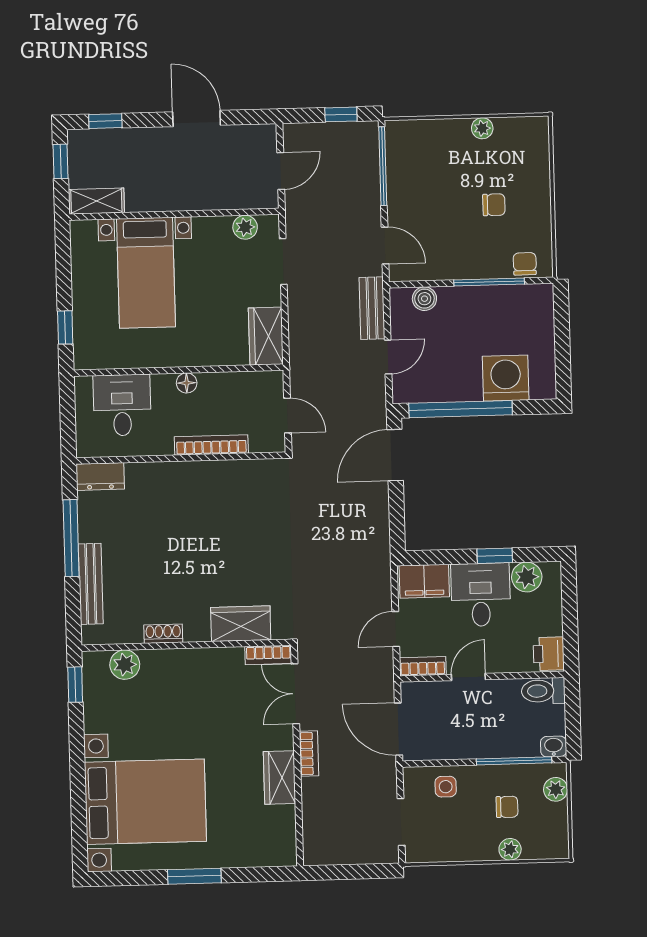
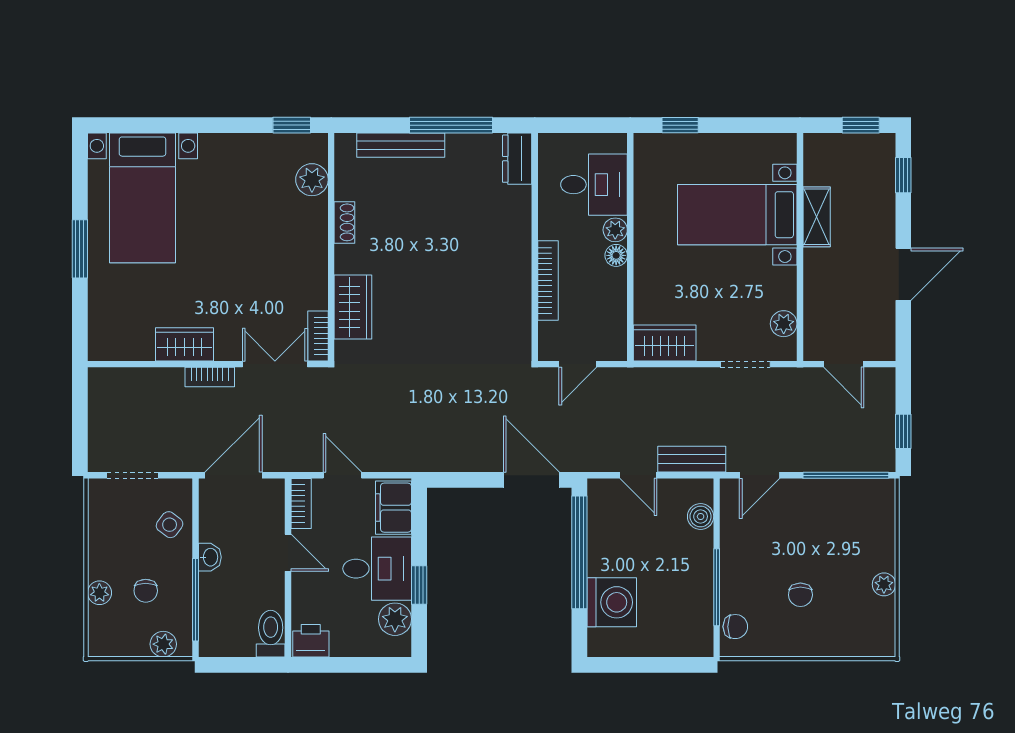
shelving: (96, 201) -> (817, 217), moved
plant: (163, 384) -> (615, 230), added
washbasin: (554, 747) -> (210, 557), moved
side table: (446, 787) -> (170, 525), turned 37
bed with nightstands: (145, 802) -> (142, 198), width x0.73

